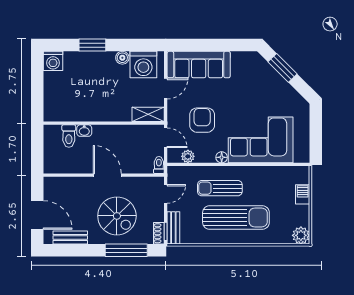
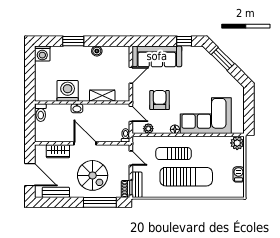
window: (233, 45) -> (184, 41), added
washing machine: (143, 65) -> (68, 91), moved, turned 180
shelving: (148, 114) -> (102, 96), moved
washbasin: (84, 131) -> (77, 108), moved
toilet: (69, 136) -> (41, 113), moved
wardrobe: (73, 185) -> (58, 151), added
door: (166, 194) -> (131, 158), hinge flipped
barbecue: (303, 194) -> (239, 174), moved
plant: (301, 235) -> (237, 143), moved

